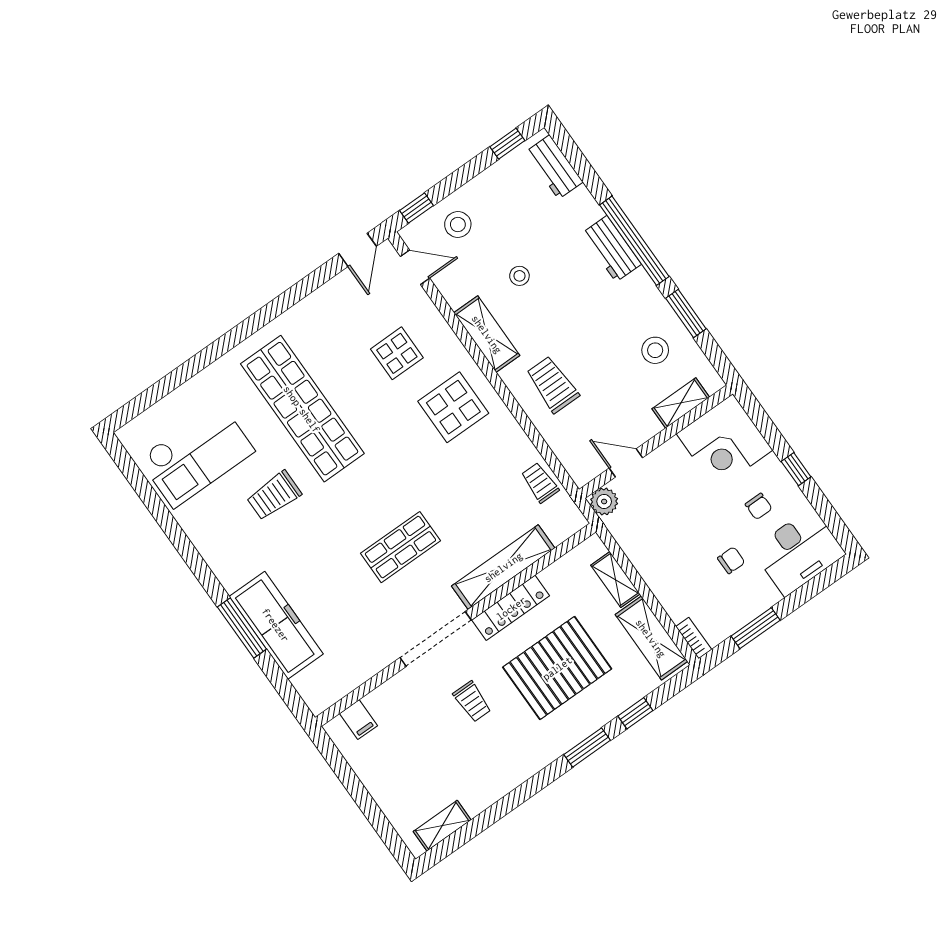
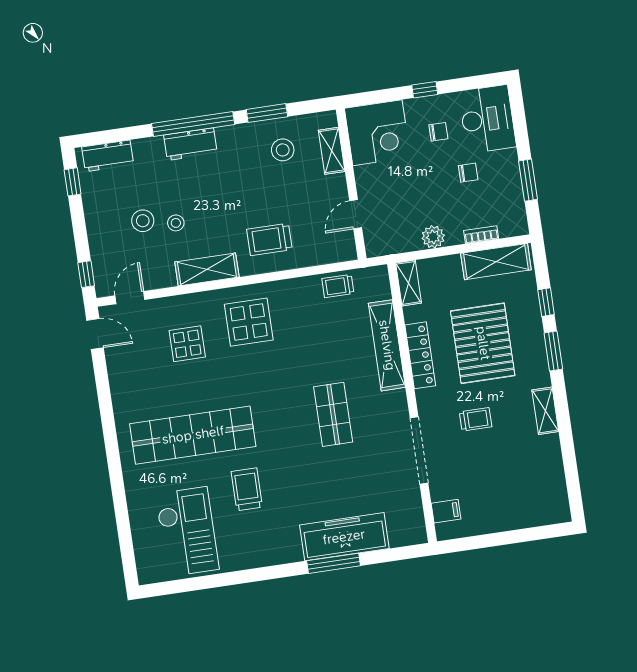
stool: (458, 224) -> (143, 221), moved
trolley: (274, 496) -> (247, 489), turned 180
plant: (604, 501) -> (433, 237), moved
chair: (731, 560) -> (468, 173), turned 90
shelving: (615, 580) -> (409, 283), moved, turned 90
bookcase: (694, 638) -> (481, 235), moved
doorway: (436, 639) -> (419, 450), moved
shelving: (442, 826) -> (545, 411), moved

